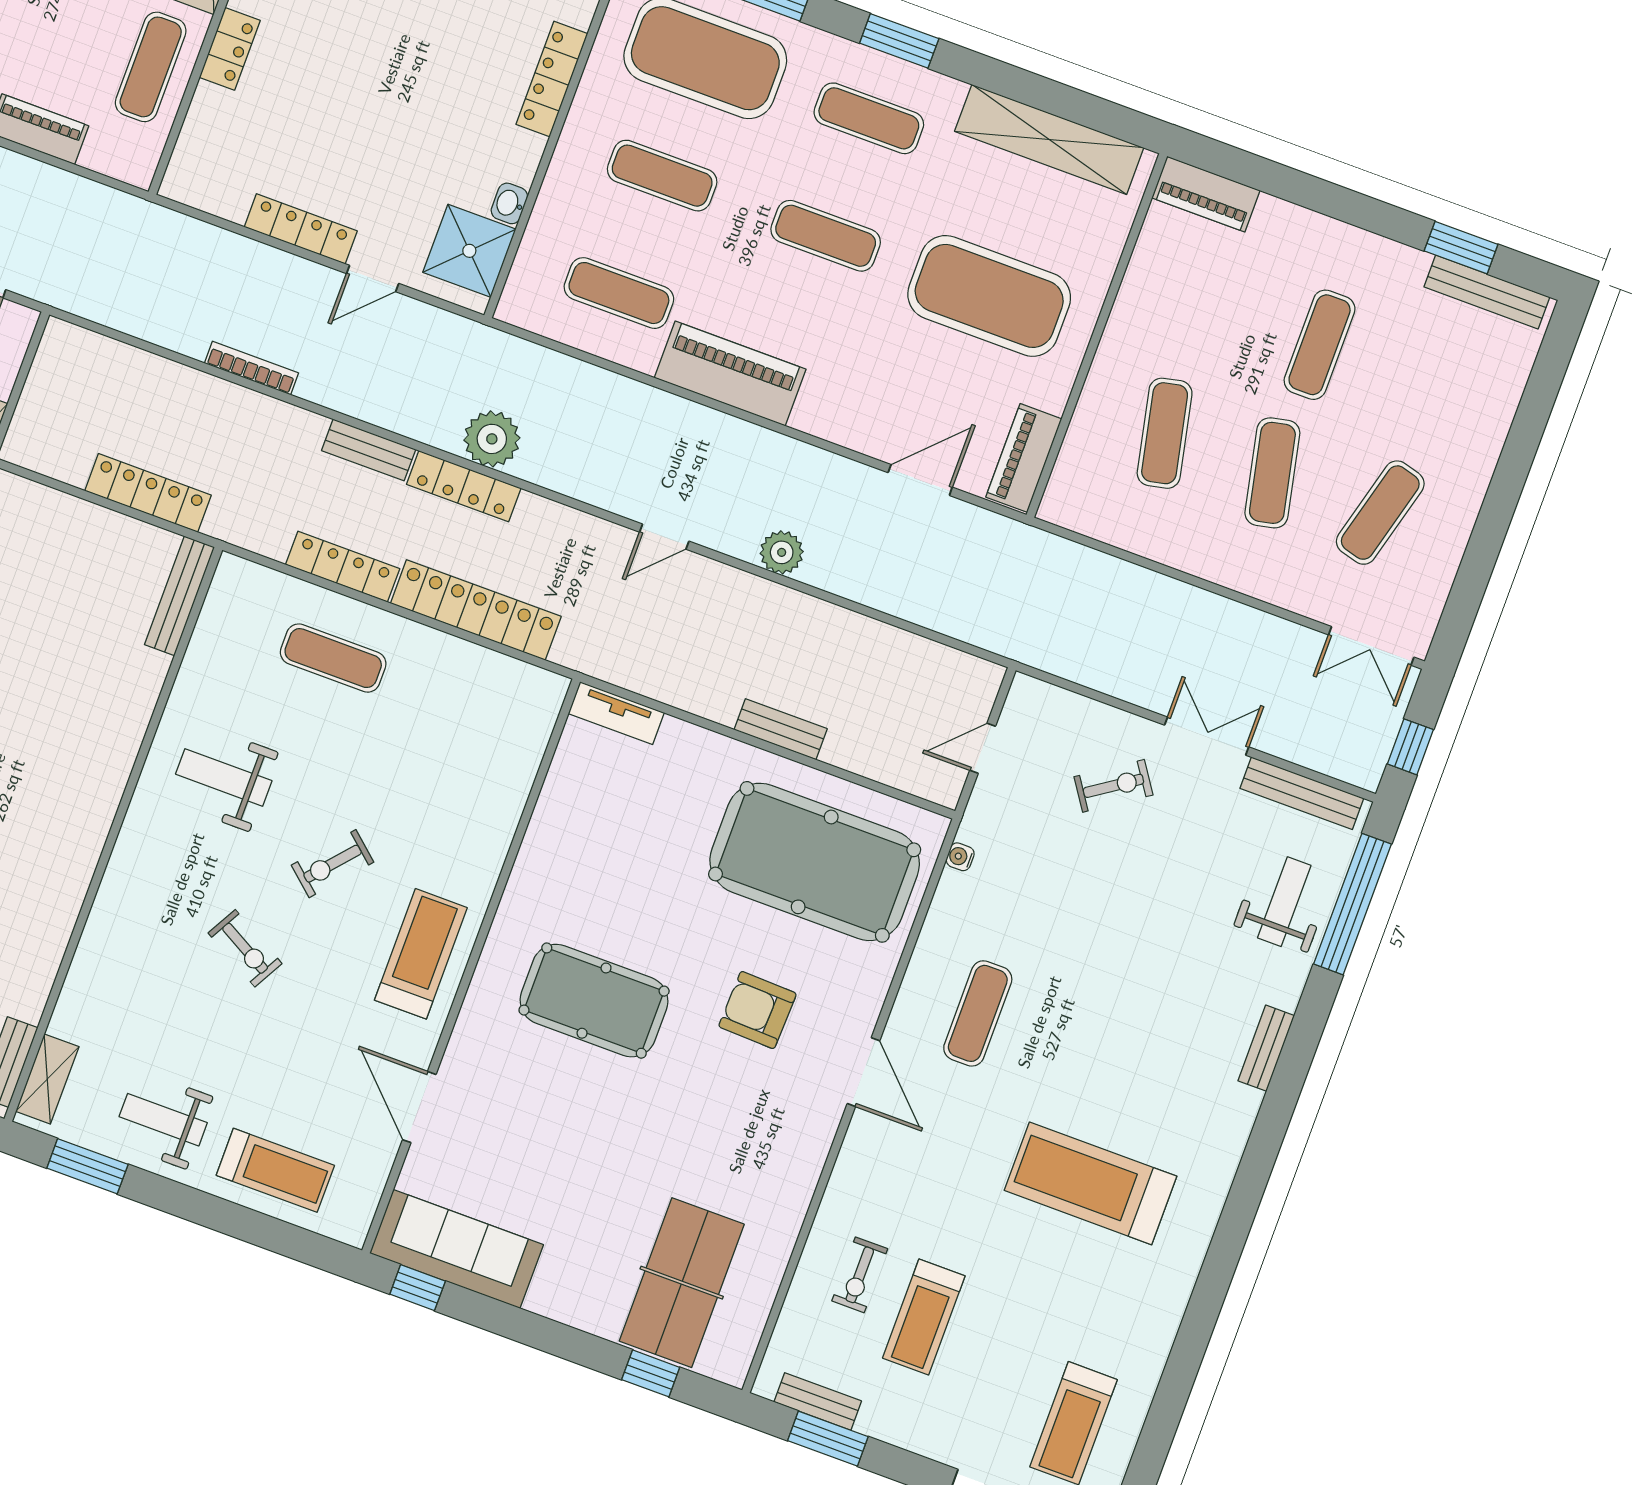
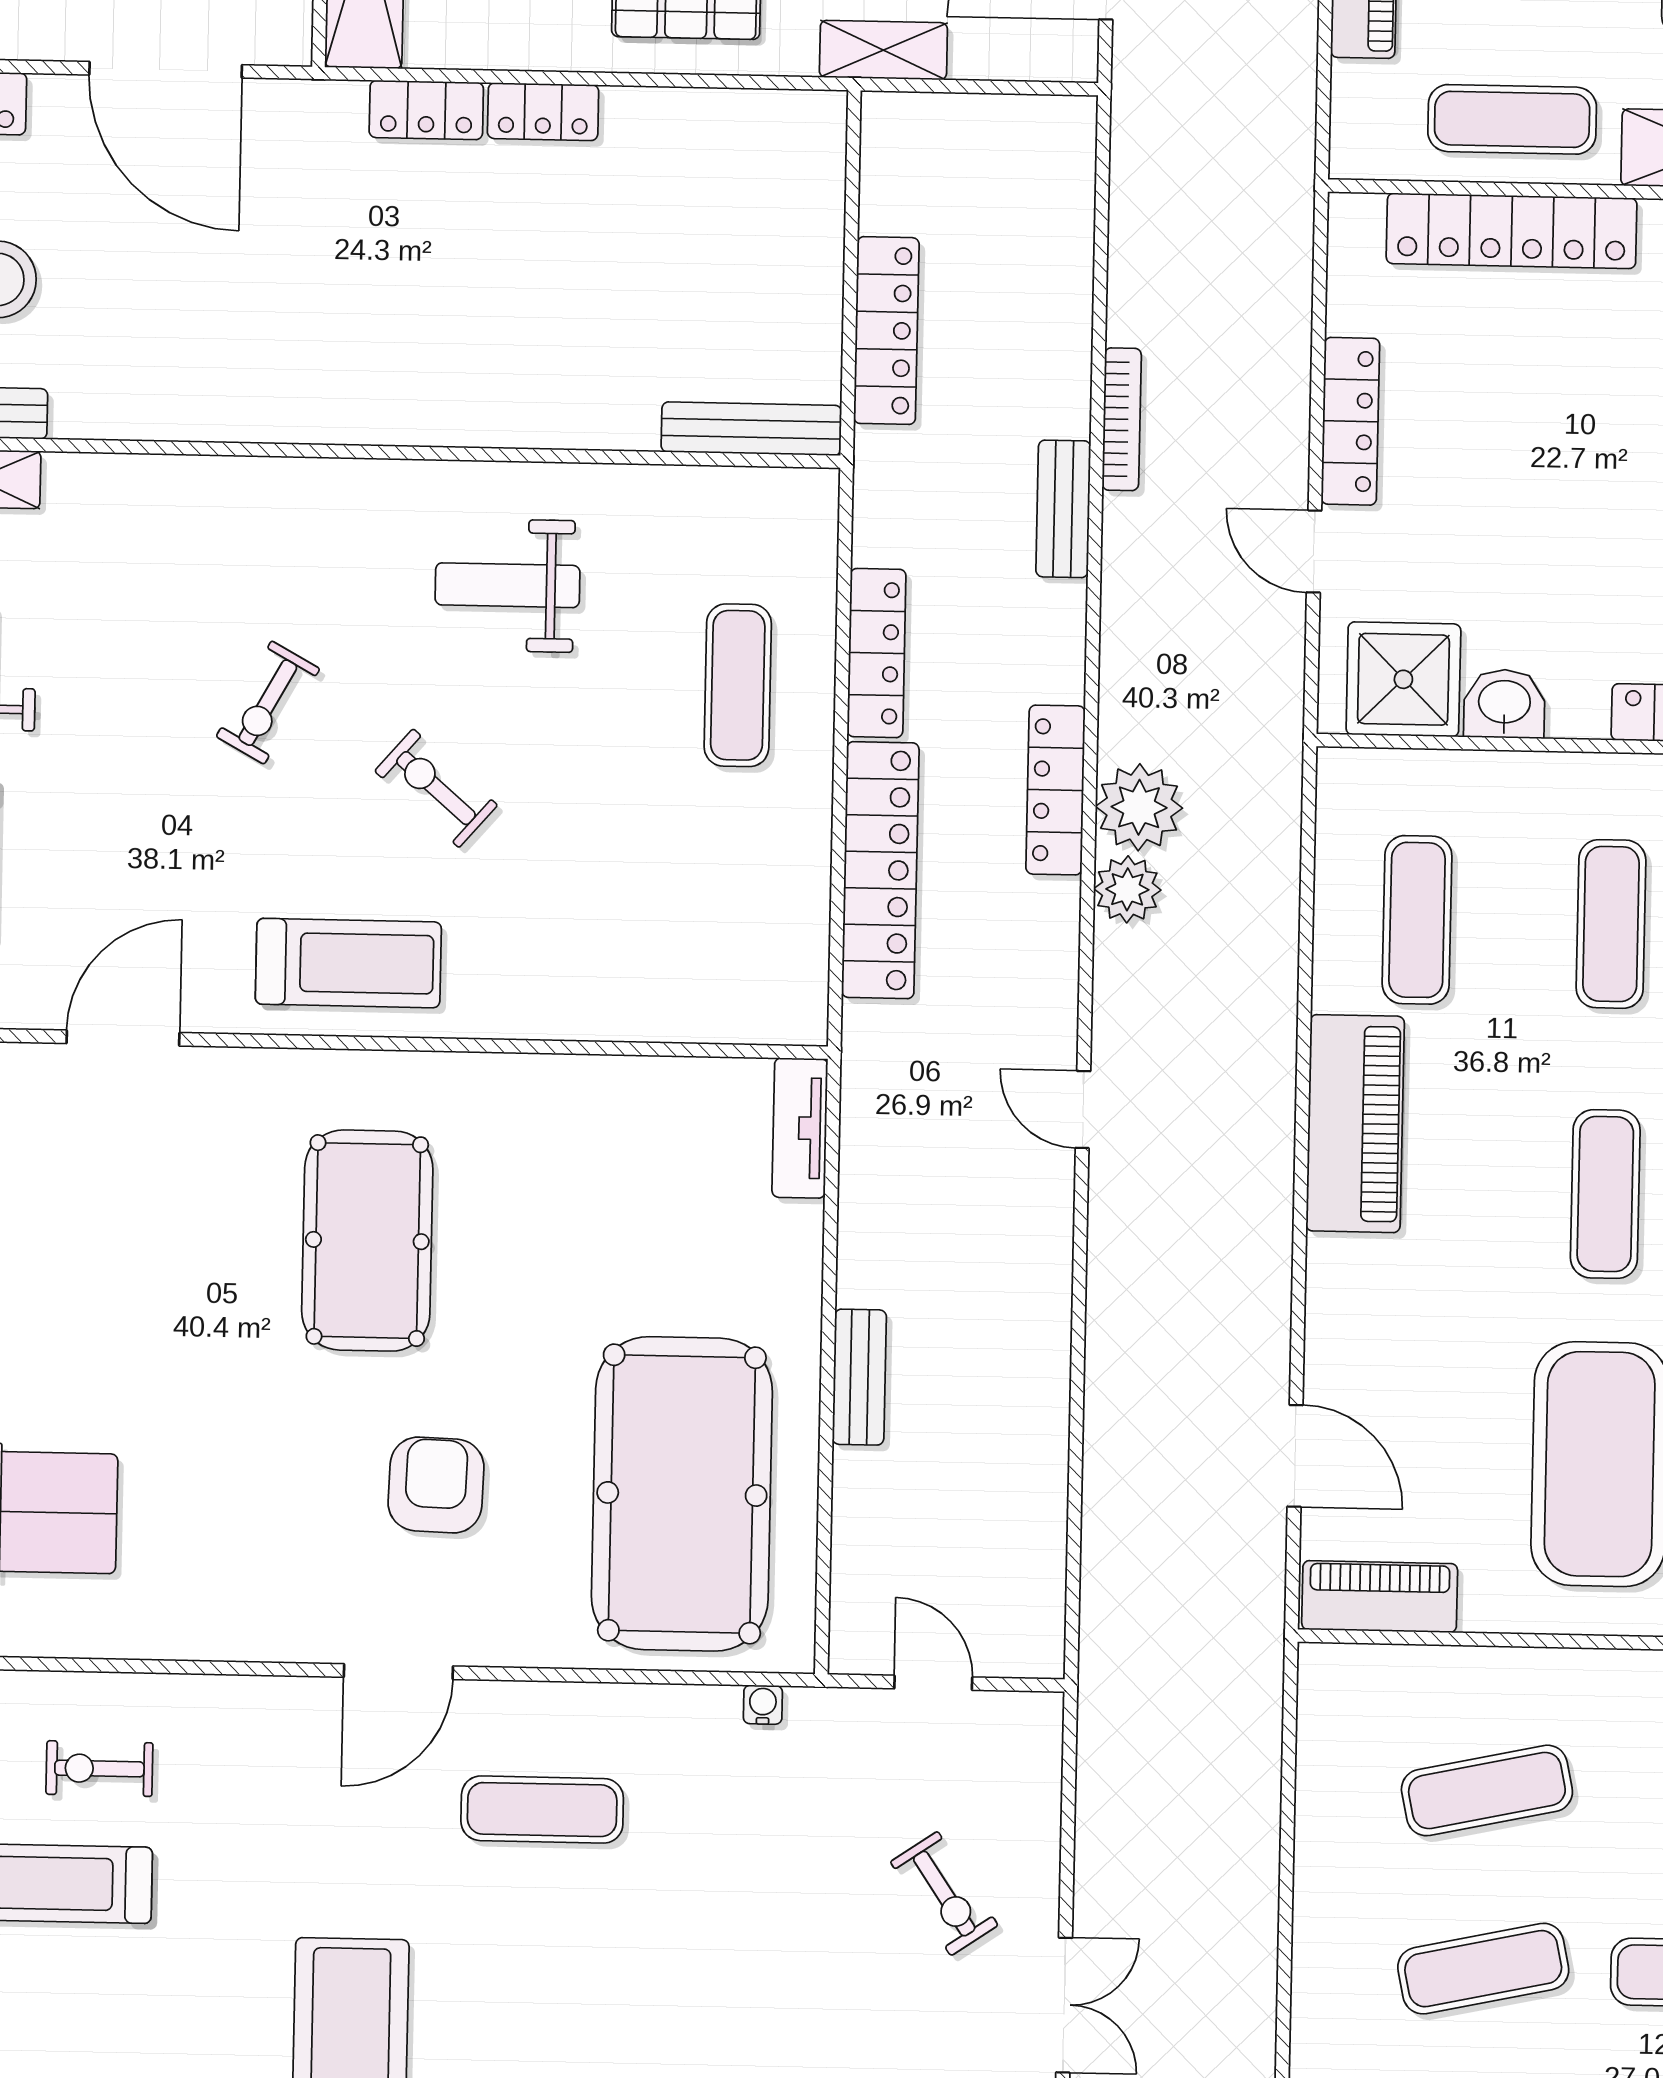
locker: (230, 49) -> (1512, 231), width x2.16, depth x1.21
washbasin: (509, 203) -> (1504, 704), width x1.38, depth x1.45
bench: (369, 450) -> (1063, 509), moved
plant: (782, 552) -> (1127, 889), moved
weight bench: (224, 777) -> (508, 585), turned -90

